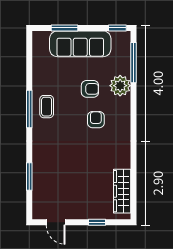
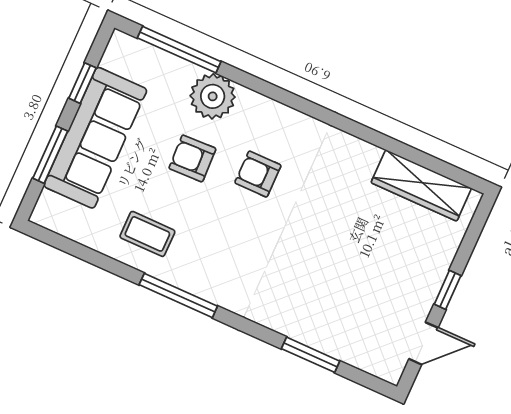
window: (117, 28) -> (82, 83), moved
armchair: (90, 89) -> (192, 158), turned -92
coffee table: (47, 107) -> (147, 234), moved
window: (97, 222) -> (448, 290), moved

